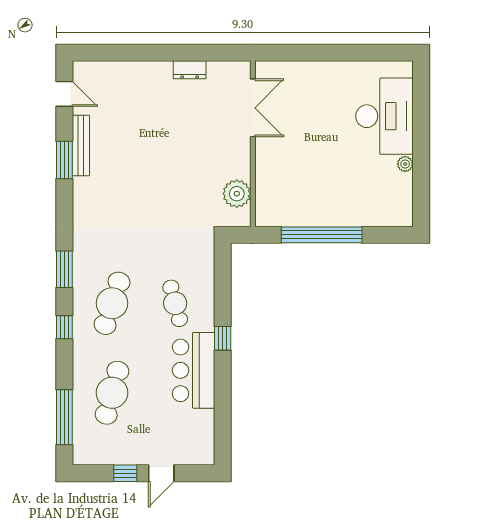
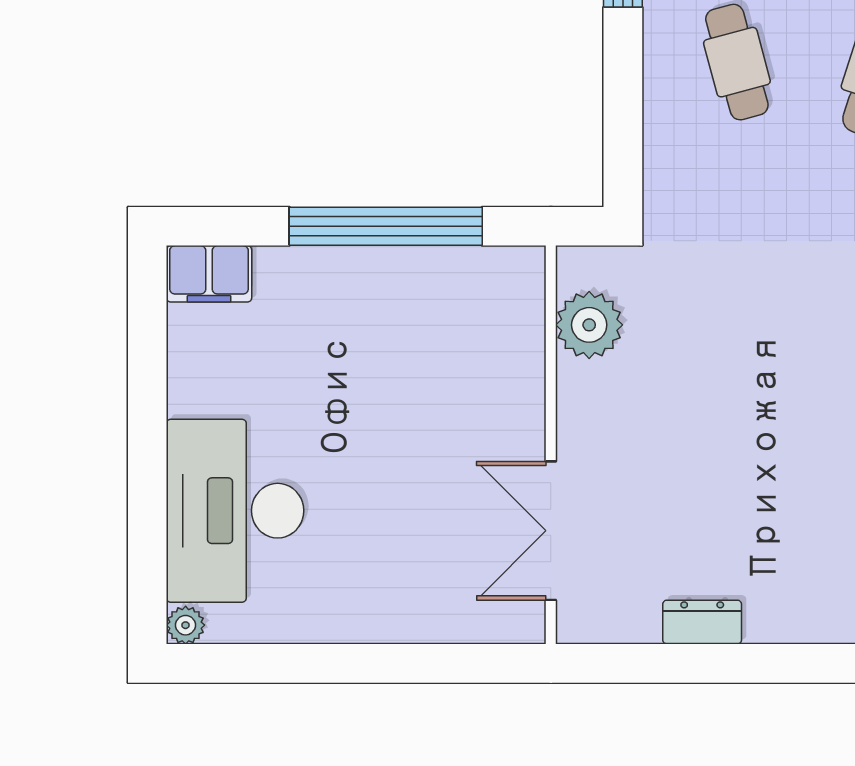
plant: (405, 164) -> (186, 625), moved
filing cabinet: (395, 215) -> (209, 274), added

